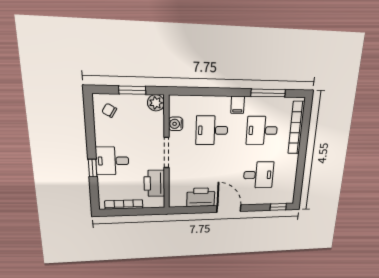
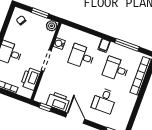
desk: (258, 175) -> (104, 101), turned 90
window: (187, 210) -> (45, 107), added

